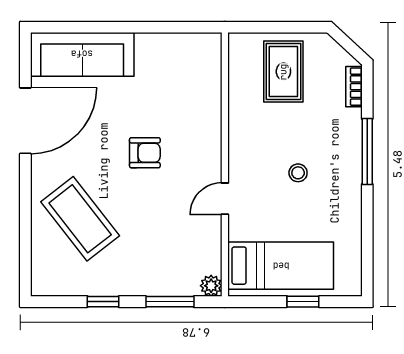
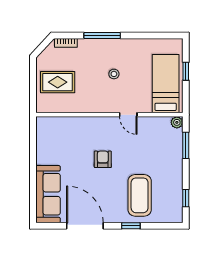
window: (25, 203) -> (131, 226), added
coffee table: (80, 219) -> (140, 195), turned -52
window: (103, 302) -> (186, 198), moved

